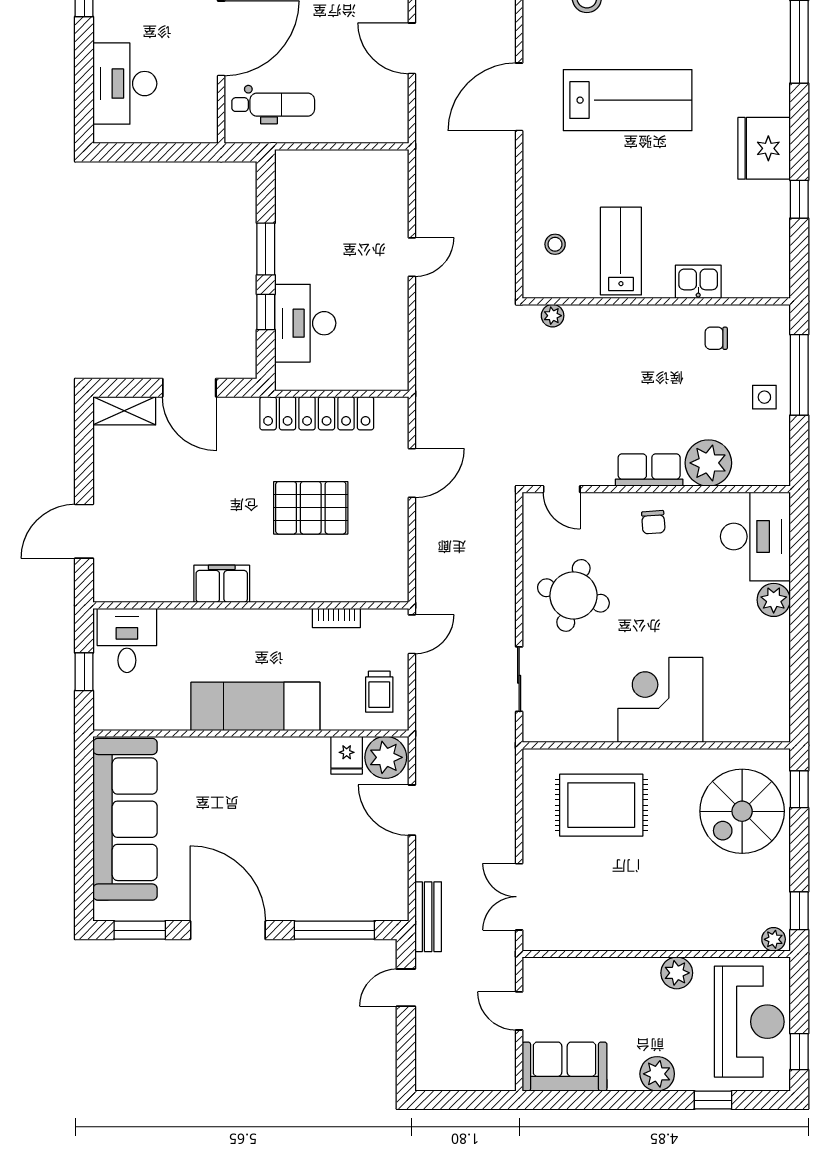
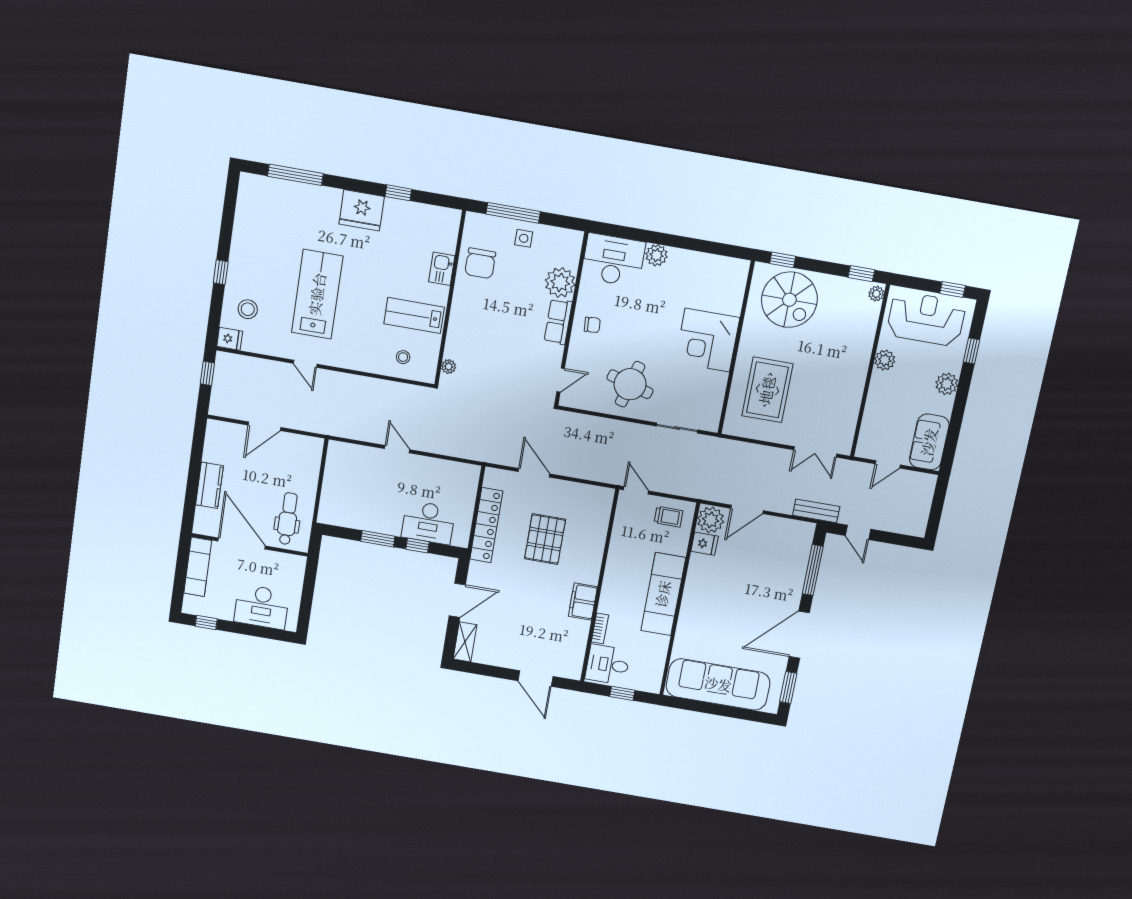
door: (519, 97) -> (305, 364), width x0.53
chair: (716, 338) -> (480, 263), width x1.87, depth x1.87
bookcase: (336, 618) -> (600, 628), moved

